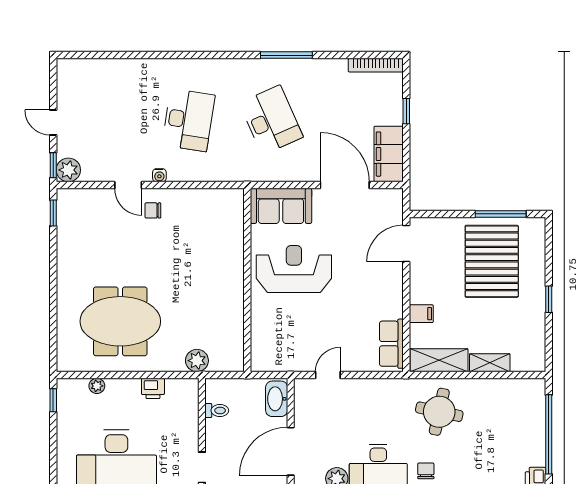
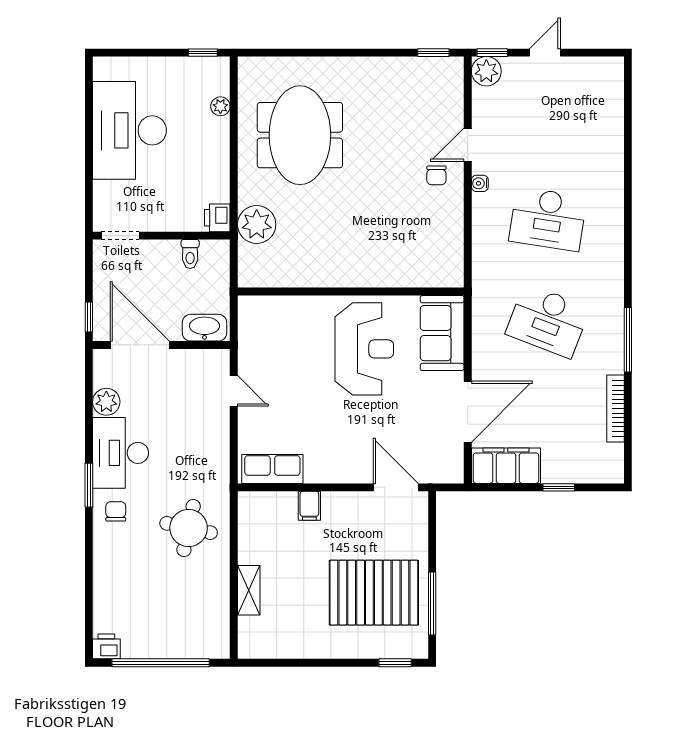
bookcase: (376, 65) -> (615, 408), moved
desk: (271, 120) -> (548, 321), turned 45
chair: (153, 210) -> (436, 175), turned 180
window: (549, 299) -> (395, 663), moved
shelving: (439, 360) -> (252, 528), removed
plant: (197, 361) -> (257, 224), width x1.36, depth x1.36
printer: (153, 388) -> (217, 218), moved
chair: (426, 471) -> (116, 511), turned -90

